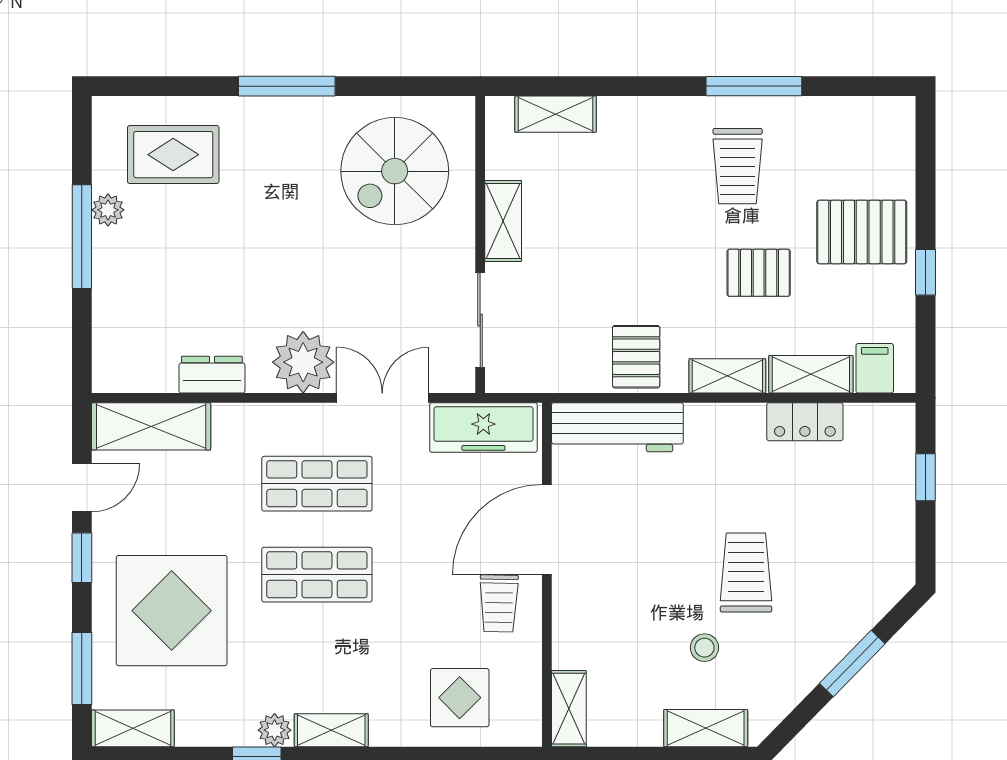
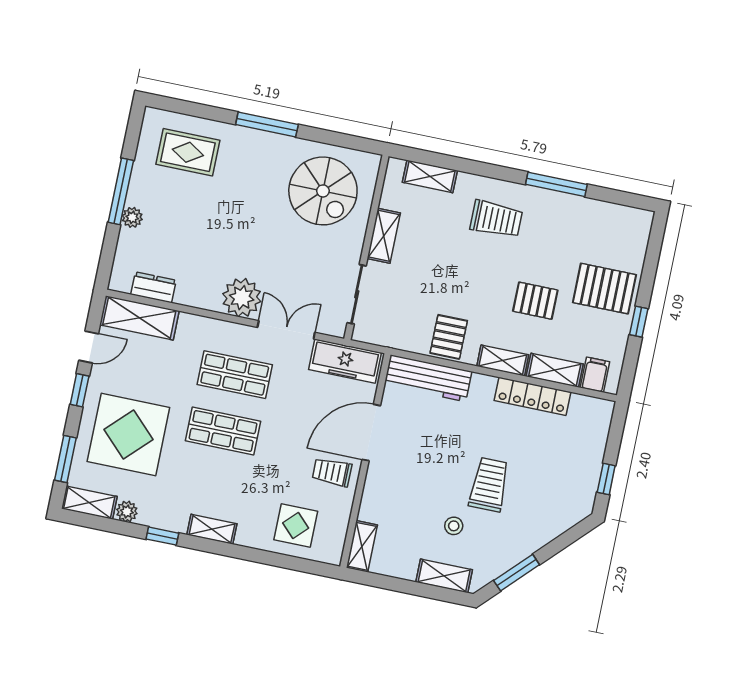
trolley: (738, 166) -> (496, 219), moved, turned -90
spiral stairs: (395, 171) -> (323, 191), turned -90
plant: (108, 210) -> (132, 217), moved
dresser: (212, 375) -> (153, 287), moved
locker: (805, 422) -> (532, 396), width x1.53
window: (925, 477) -> (606, 479), moved
trolley: (499, 603) -> (332, 472), turned 89
window: (852, 664) -> (517, 573), moved
plant: (275, 730) -> (127, 512), moved

